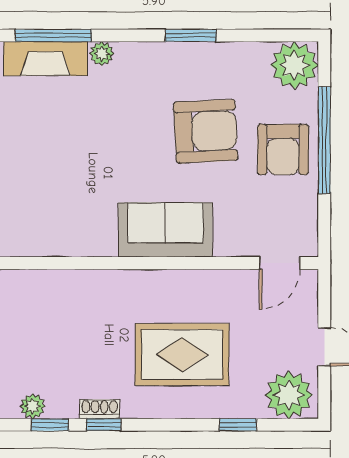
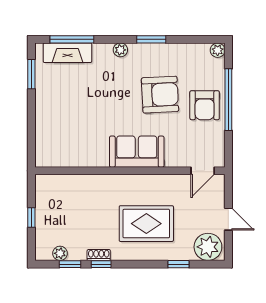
plant: (102, 54) -> (120, 50), moved
plant: (294, 65) -> (218, 50), width x0.53, depth x0.53

